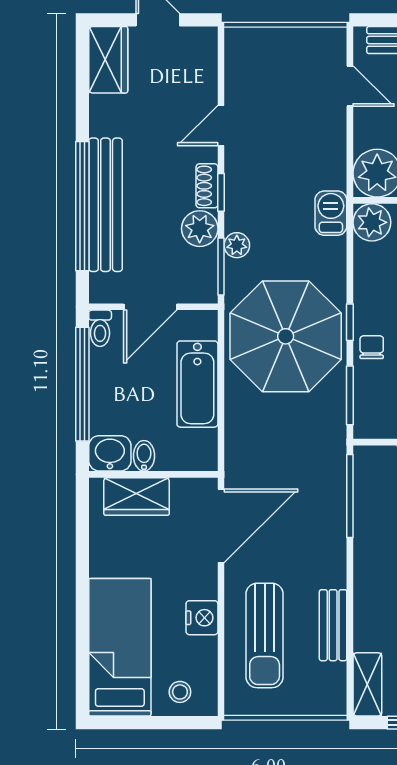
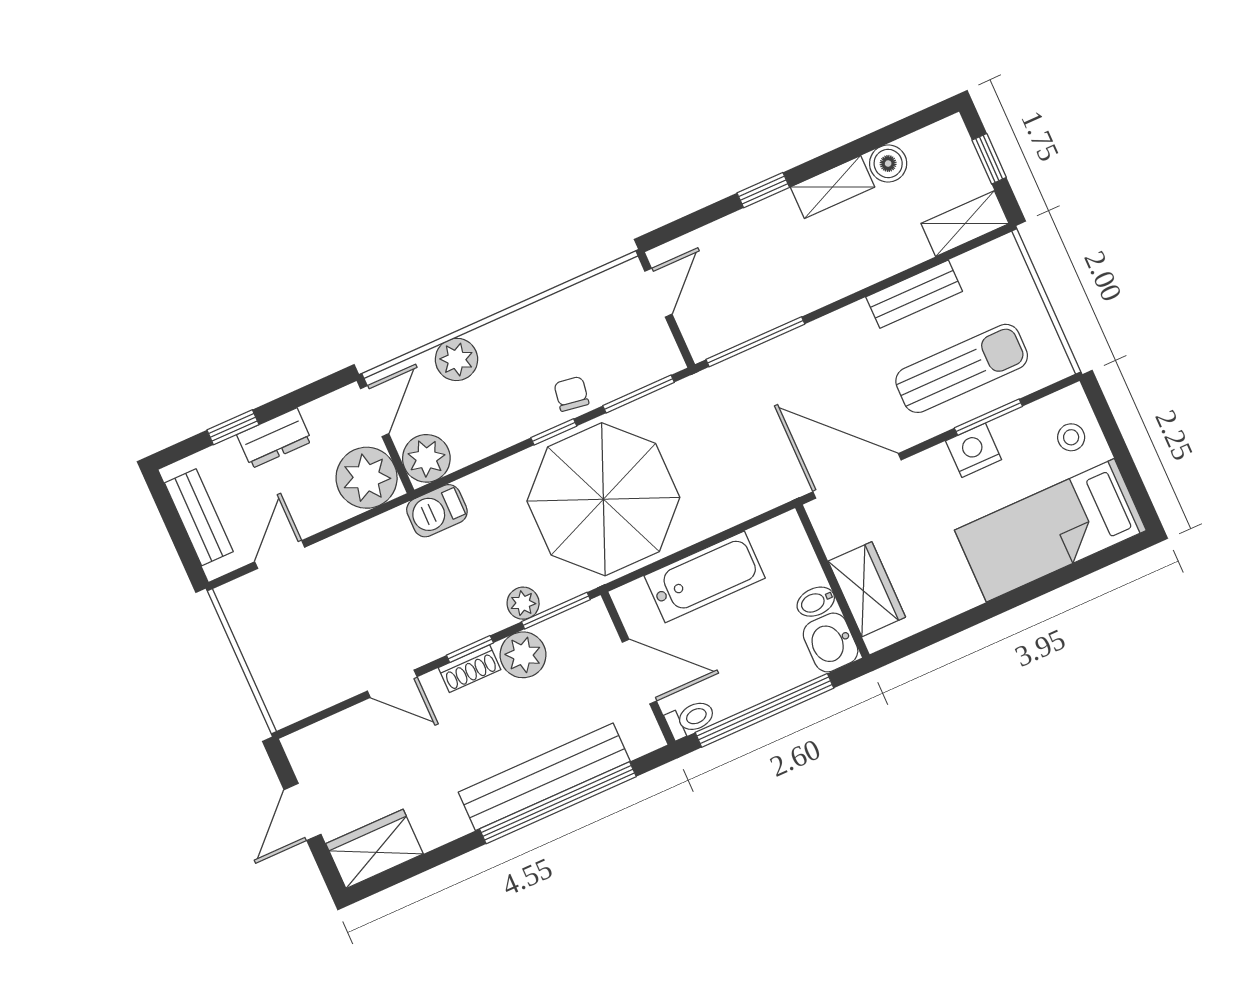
chair: (372, 347) -> (571, 394), turned 99
window: (221, 639) -> (988, 417), added

